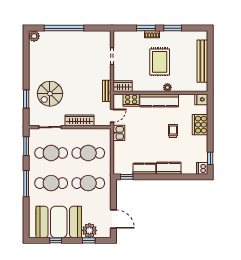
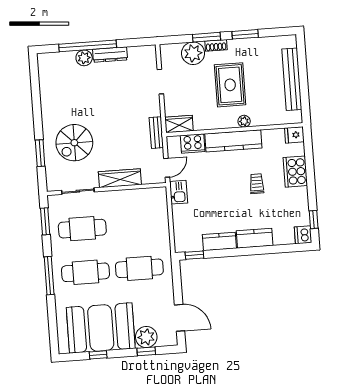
dresser: (79, 35) -> (110, 55), added
plant: (34, 36) -> (84, 58), moved
plant: (136, 38) -> (193, 53), added
cafe table: (88, 153) -> (136, 225), removed

